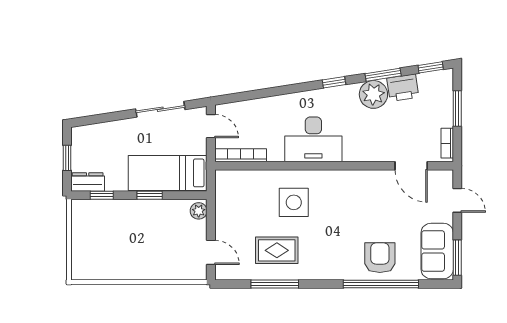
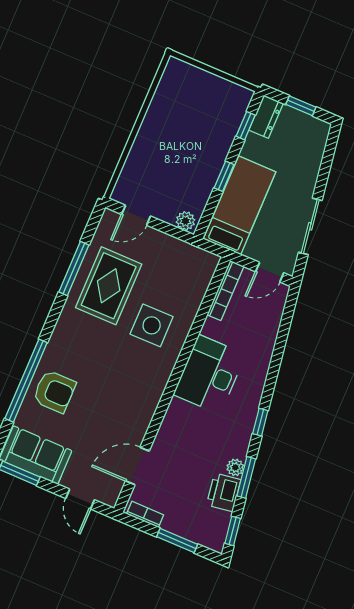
plant: (373, 94) -> (235, 467), width x0.53, depth x0.53
door: (457, 200) -> (80, 499), hinge flipped
rug: (277, 250) -> (109, 286), width x1.36, depth x1.43

